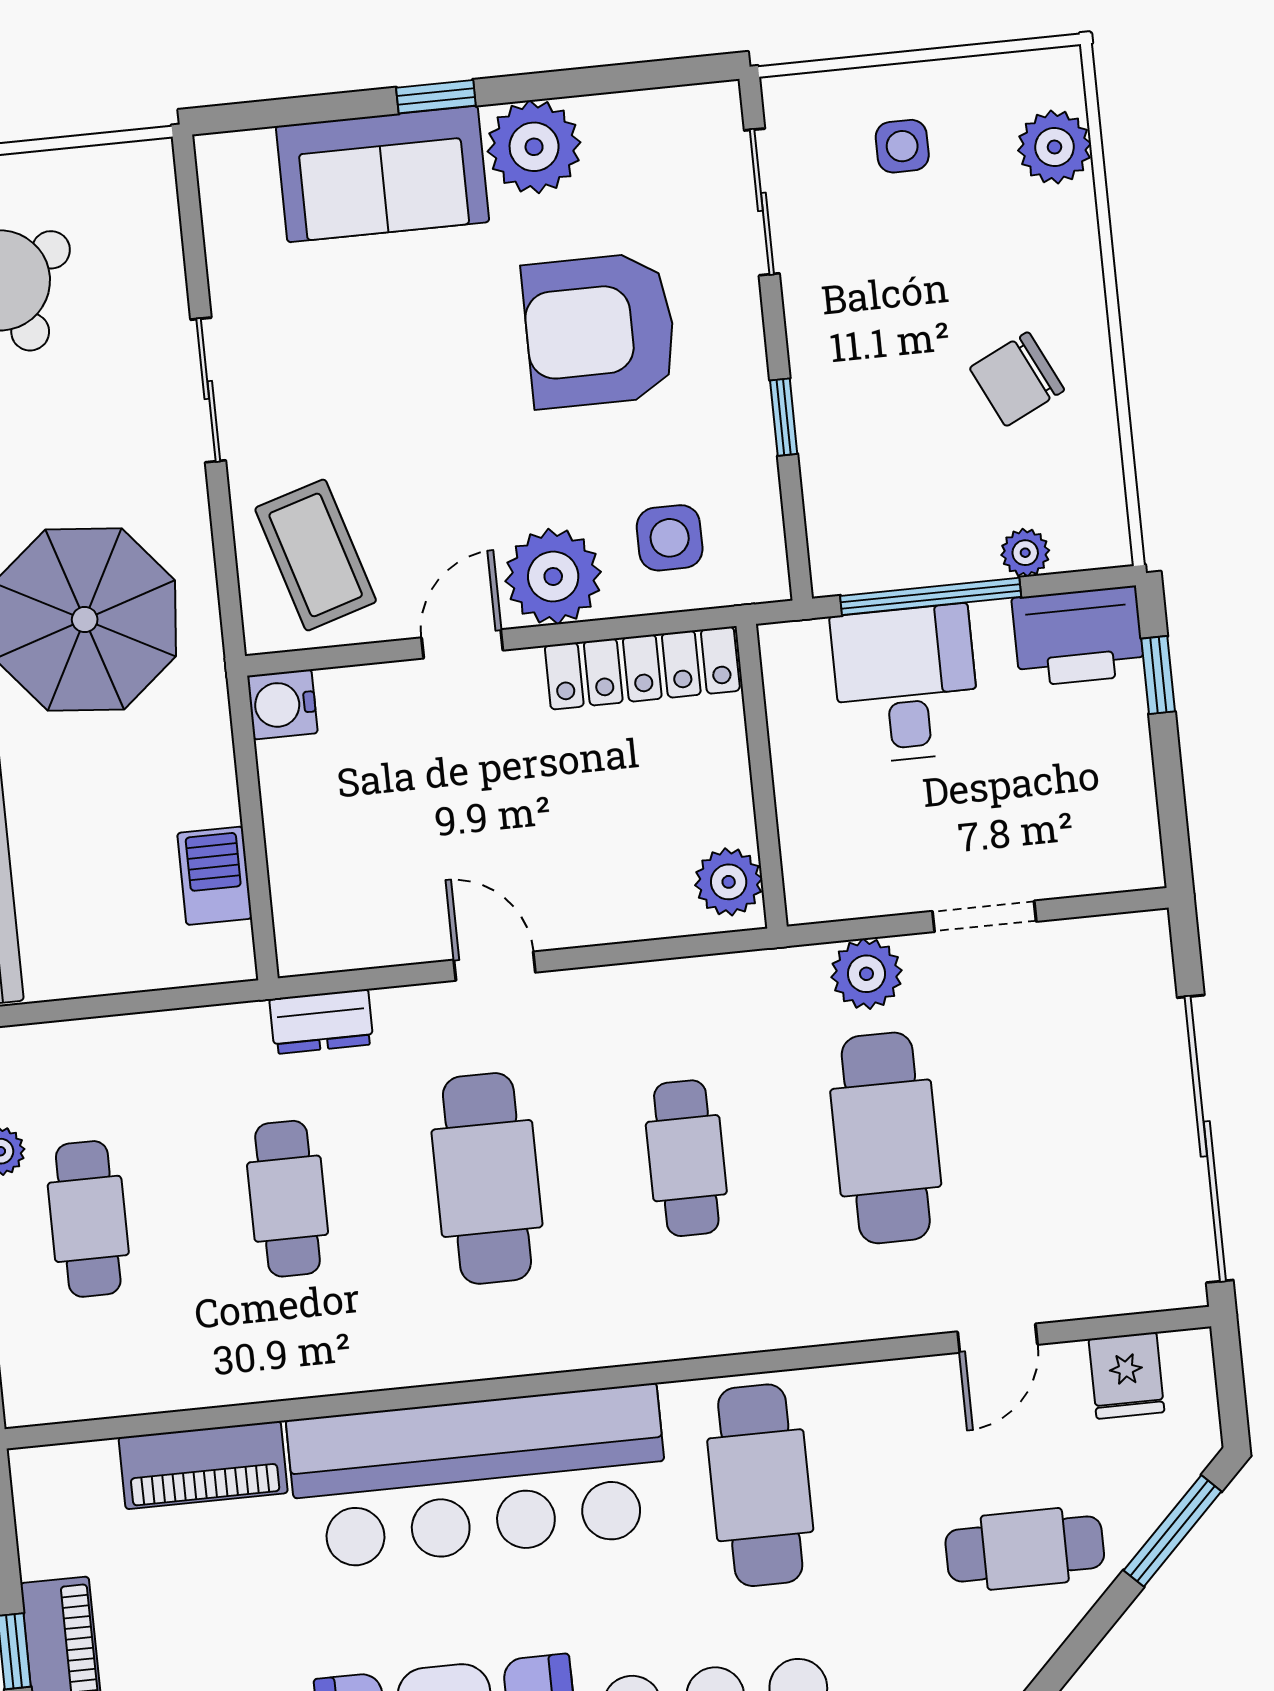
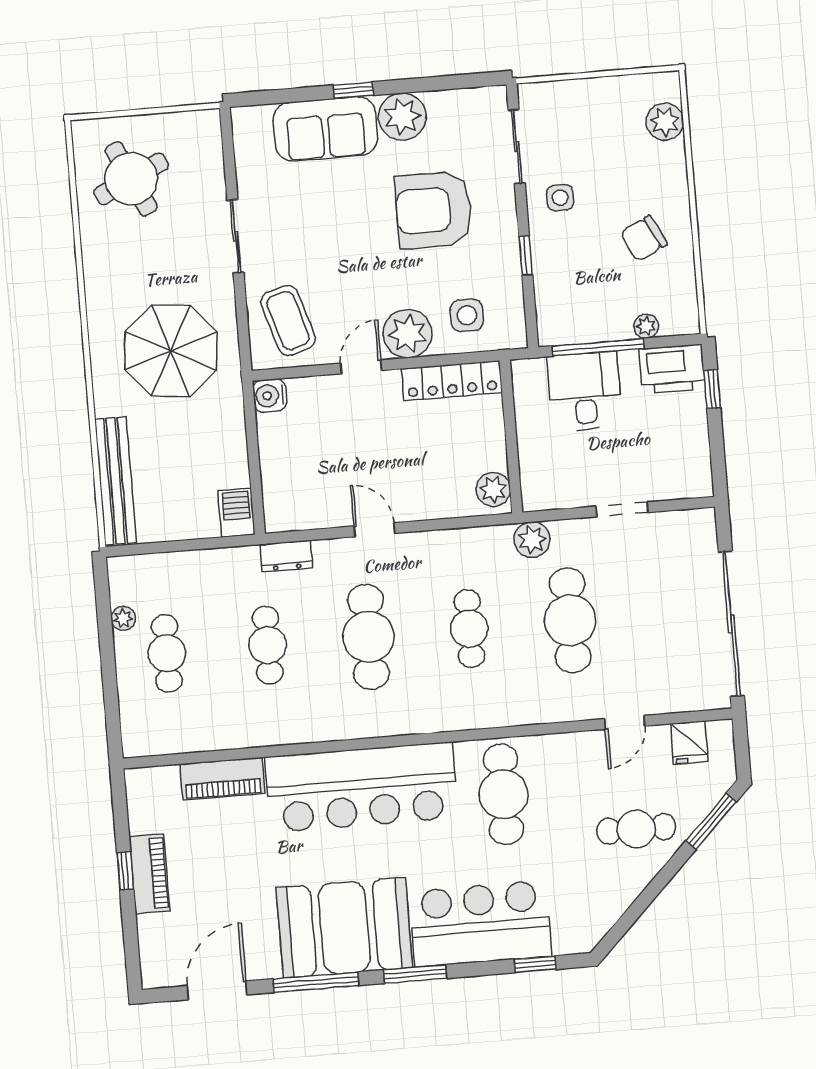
side table: (902, 146) -> (560, 198), moved
barbecue: (215, 876) -> (236, 513), moved
plant: (866, 974) -> (532, 540), moved

